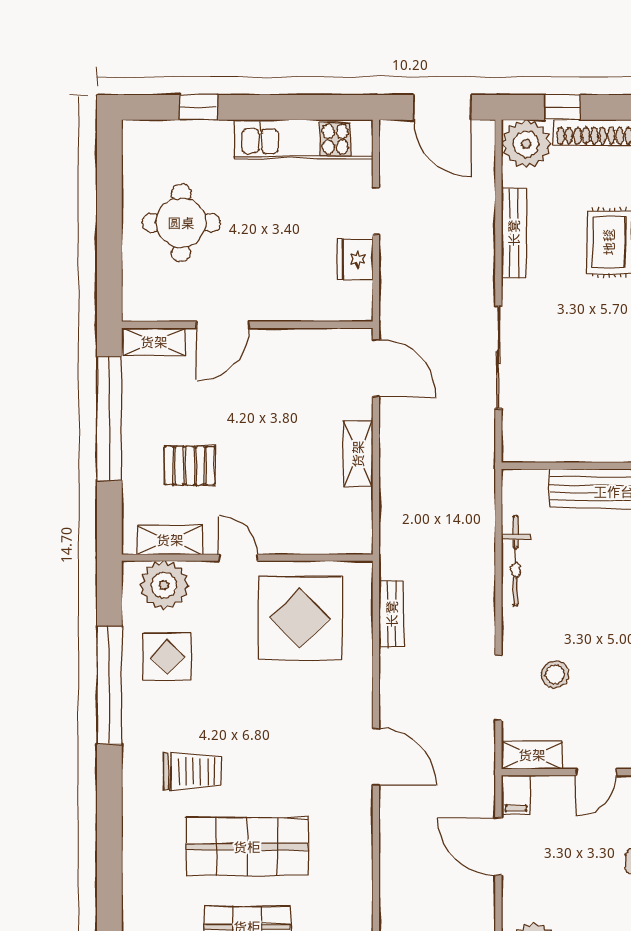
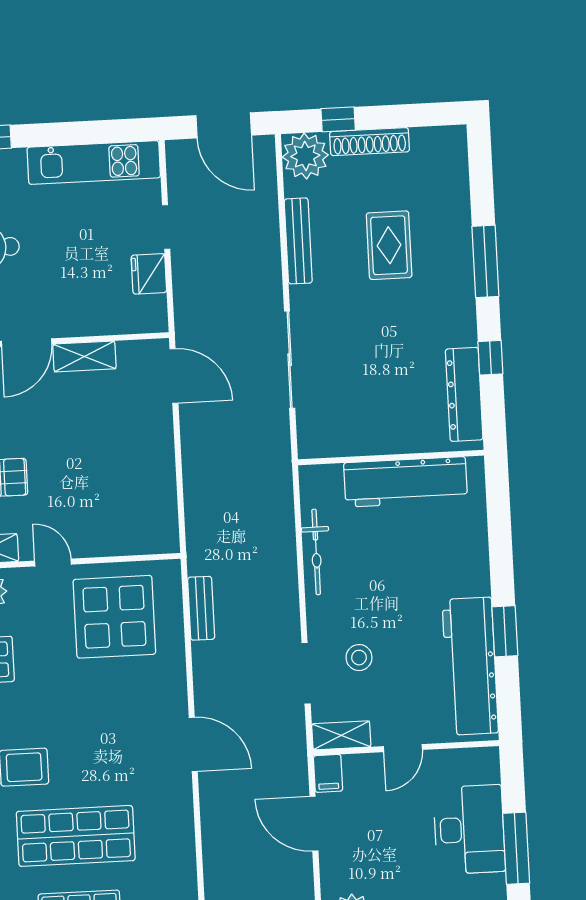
shelving: (358, 454) -> (84, 356), moved, turned 90

